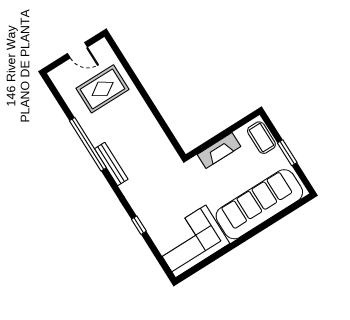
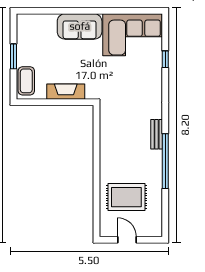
bench: (111, 164) -> (157, 134), width x0.73
sofa: (259, 204) -> (80, 26), width x0.54, depth x0.79
window: (139, 225) -> (165, 59), moved

